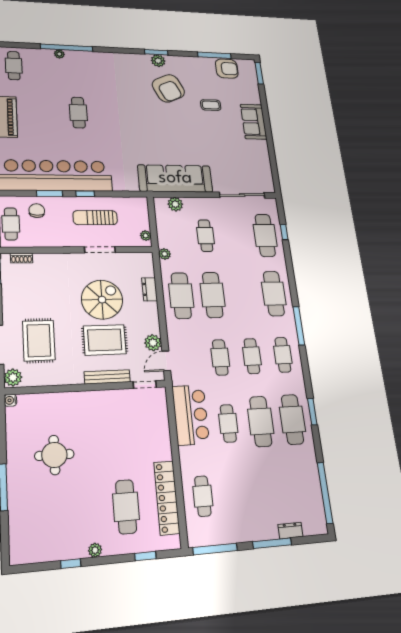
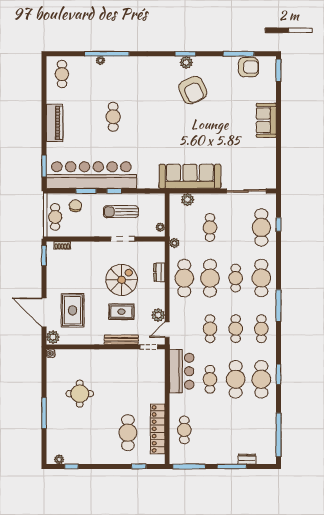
coffee table: (211, 105) -> (229, 105), removed
cafe table: (244, 294) -> (236, 278), added
rug: (105, 340) -> (121, 312), width x0.73, depth x0.70
plant: (95, 550) -> (59, 459), moved
window: (71, 564) -> (71, 466), moved

